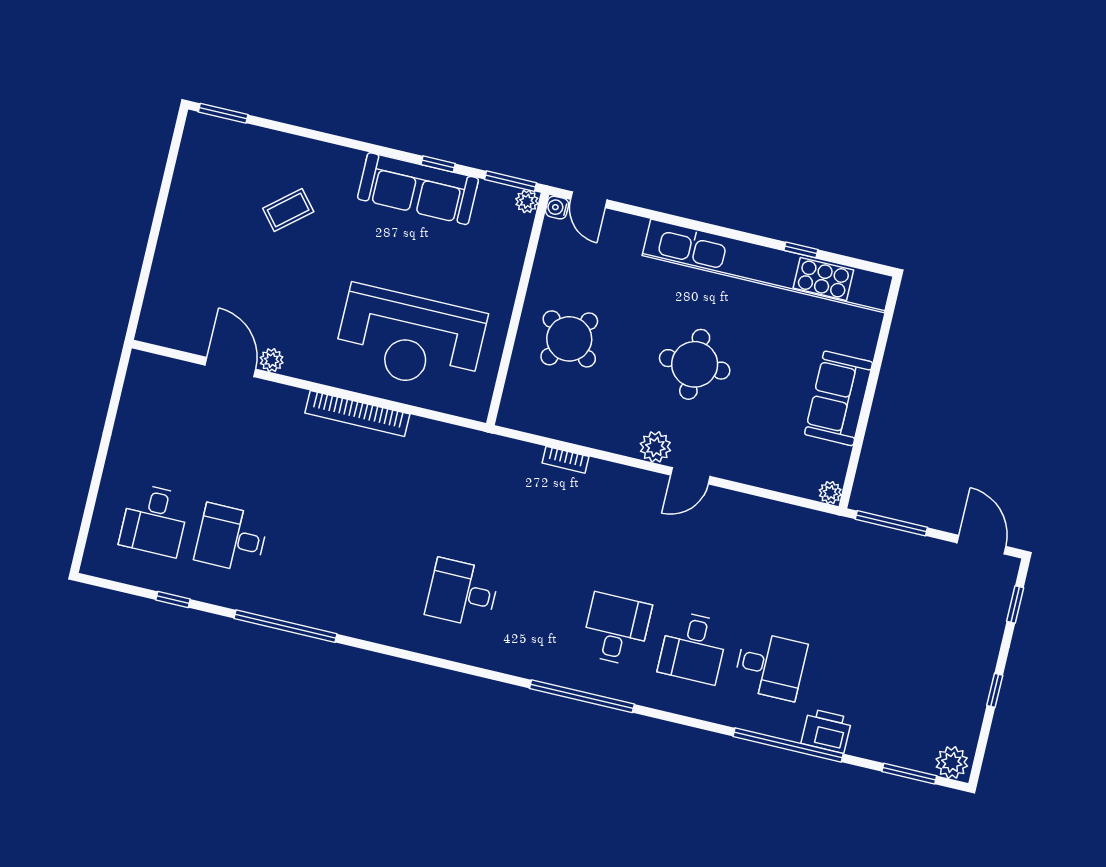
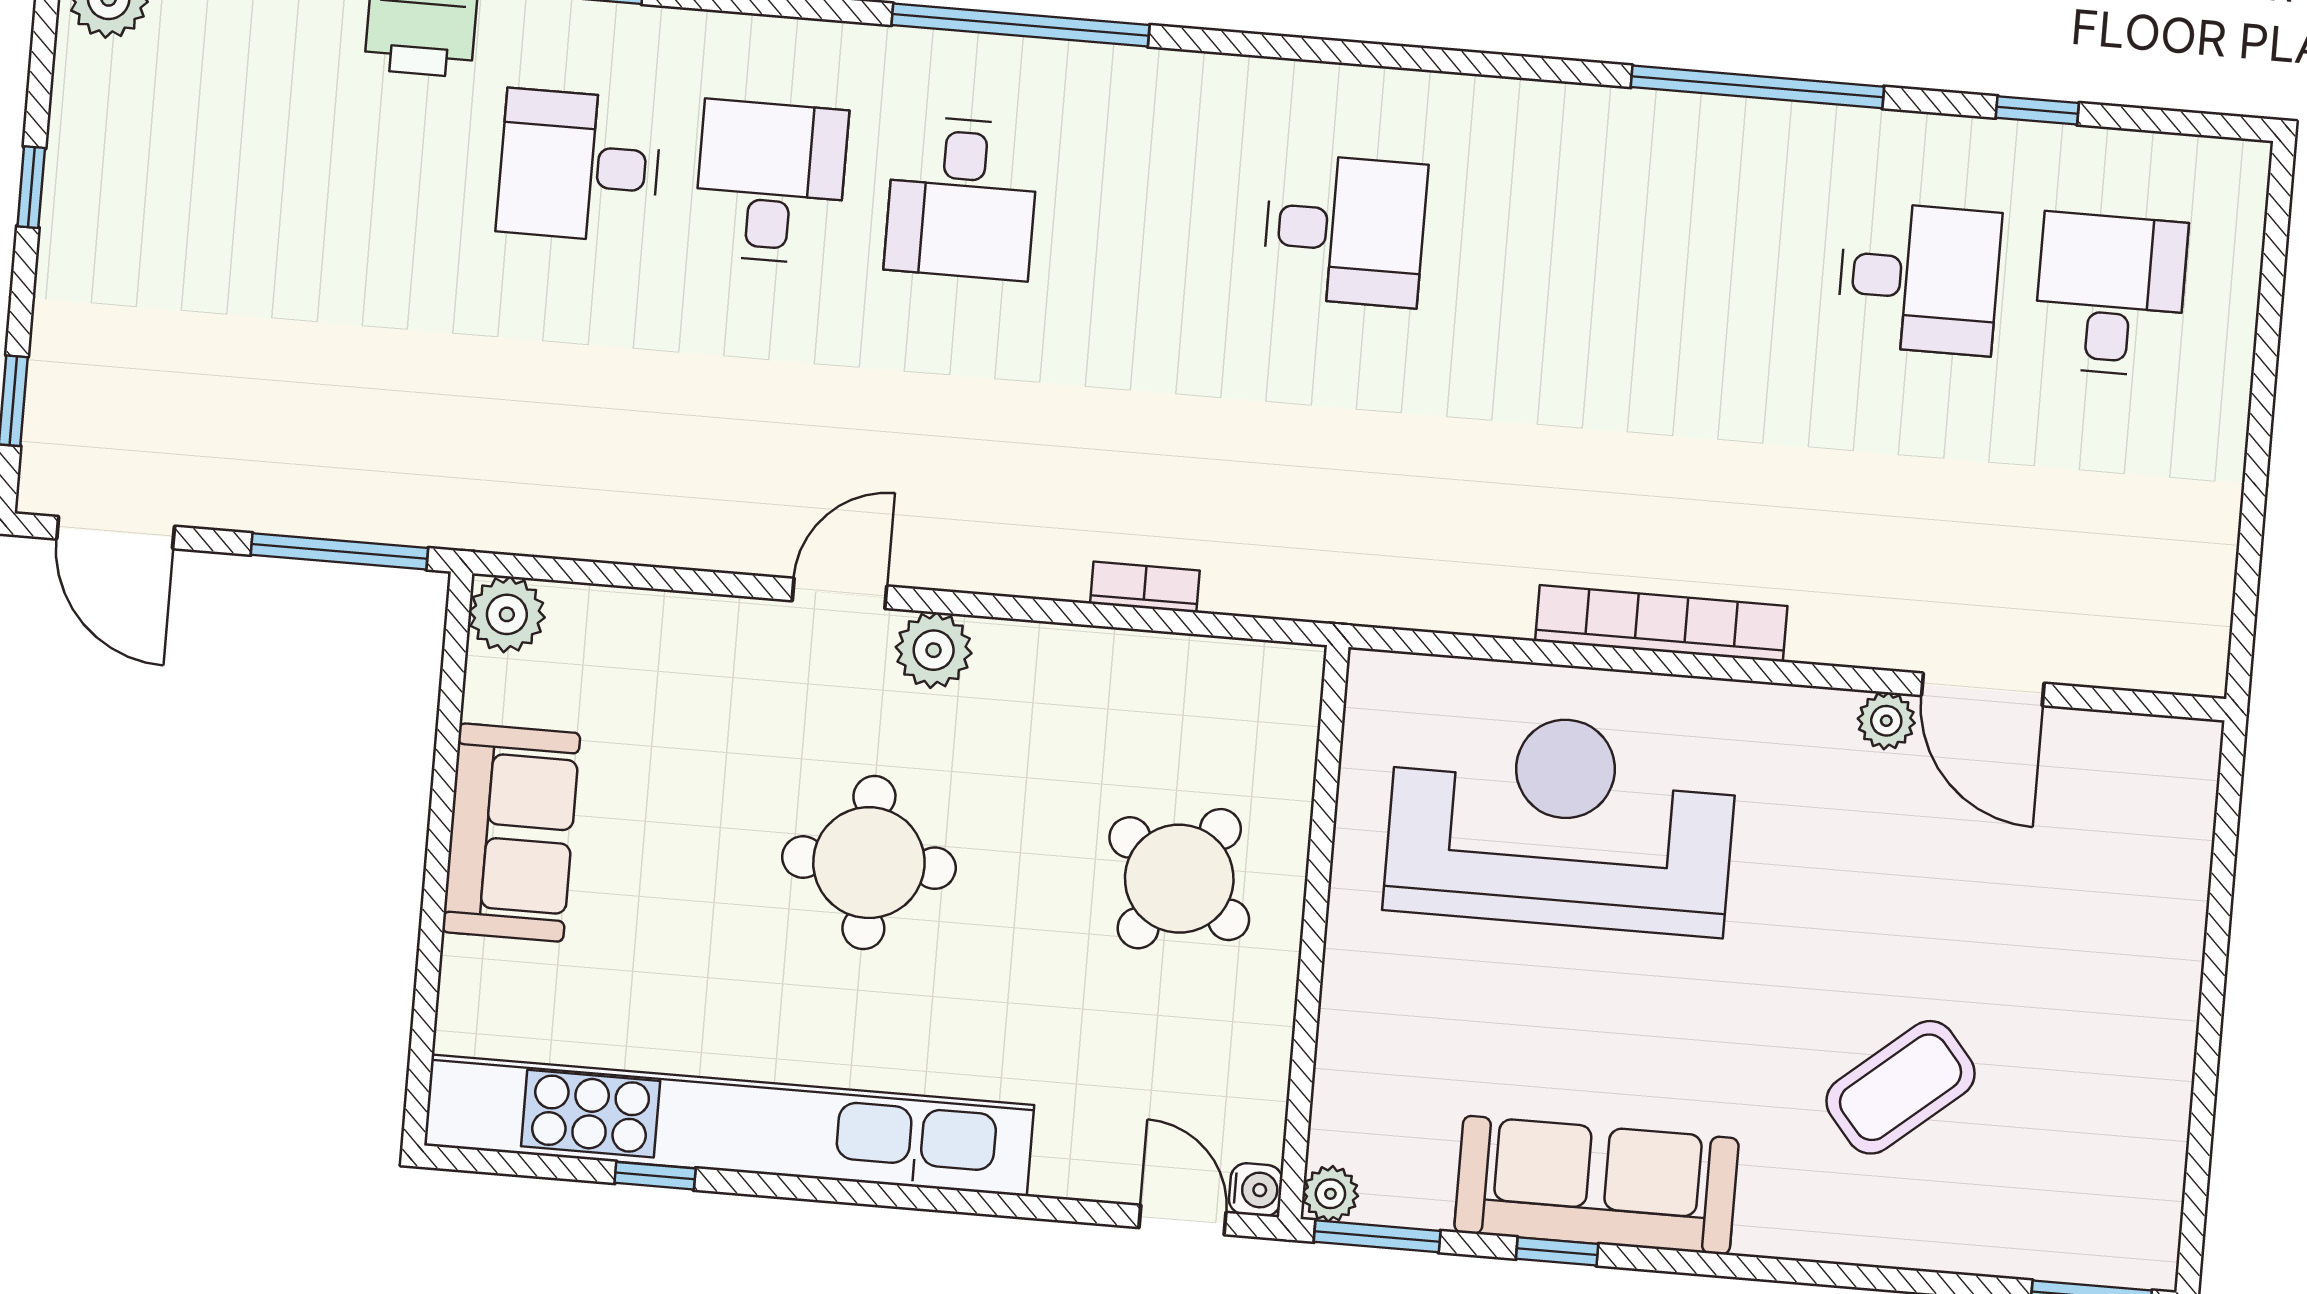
coffee table: (288, 210) -> (1901, 1087), width x1.36, depth x1.30
plant: (830, 493) -> (507, 614), width x1.38, depth x1.38

